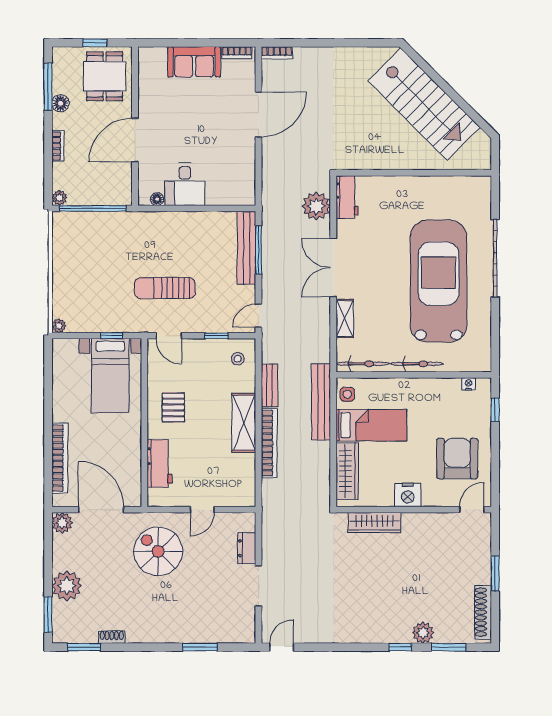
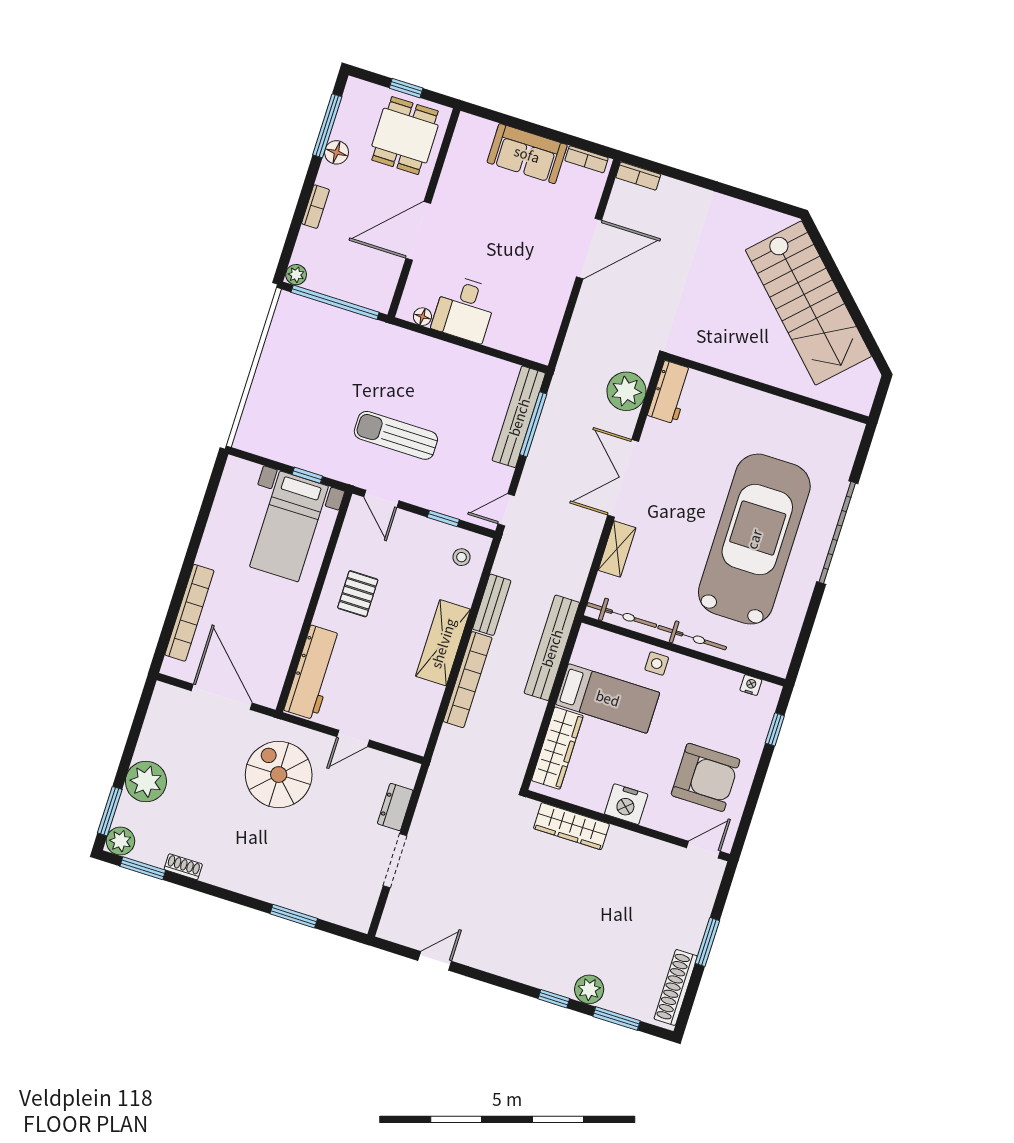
plant: (59, 326) -> (243, 441), removed
side table: (347, 394) -> (657, 664), moved
armchair: (457, 459) -> (706, 777), turned 90
workbench: (160, 463) -> (313, 673), width x1.38
plant: (62, 523) -> (120, 841), moved
door: (282, 647) -> (435, 961), moved

